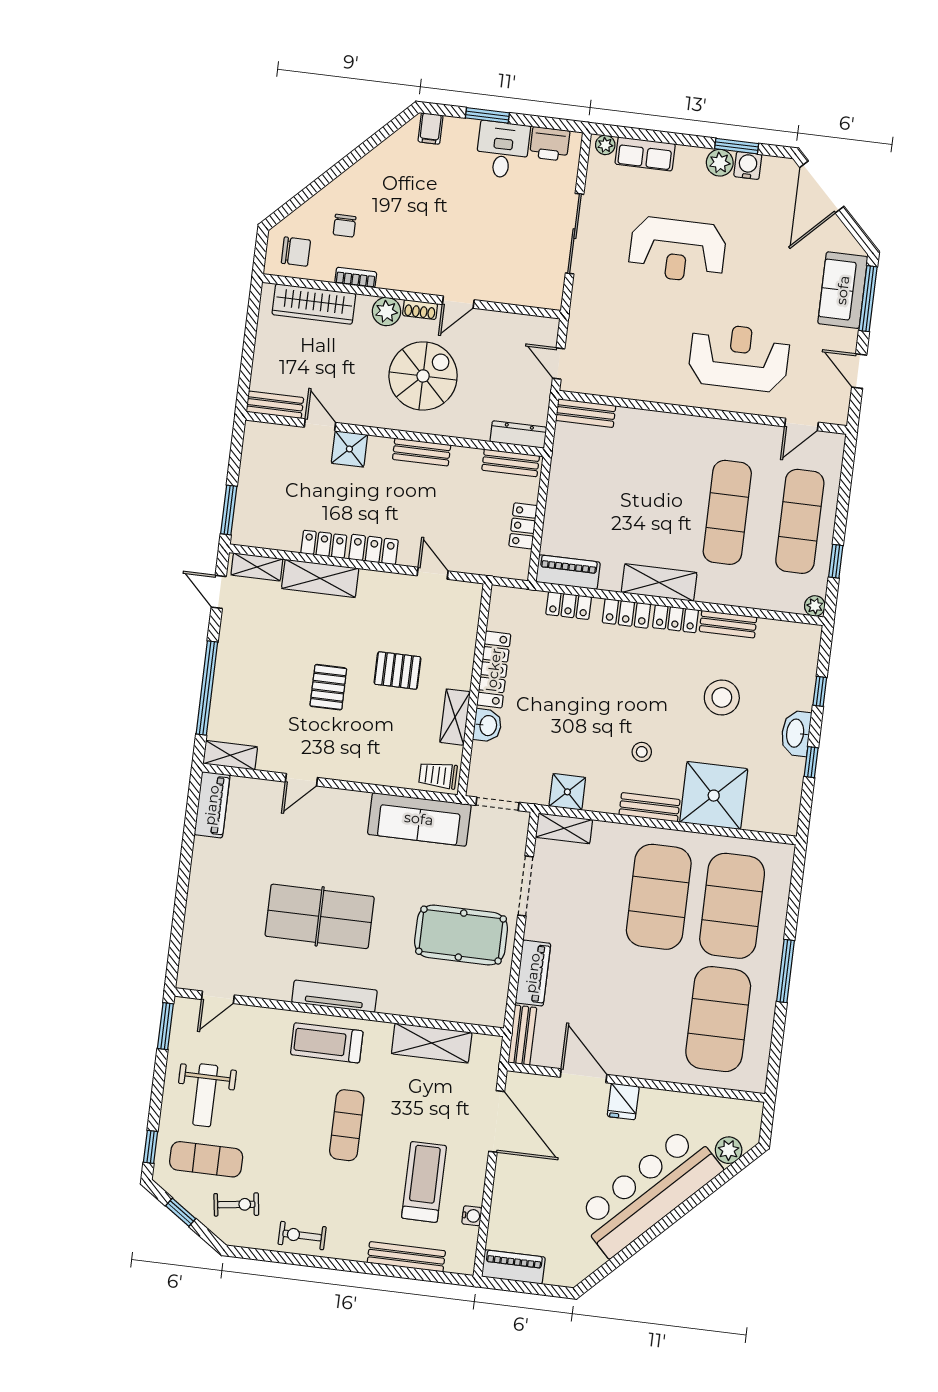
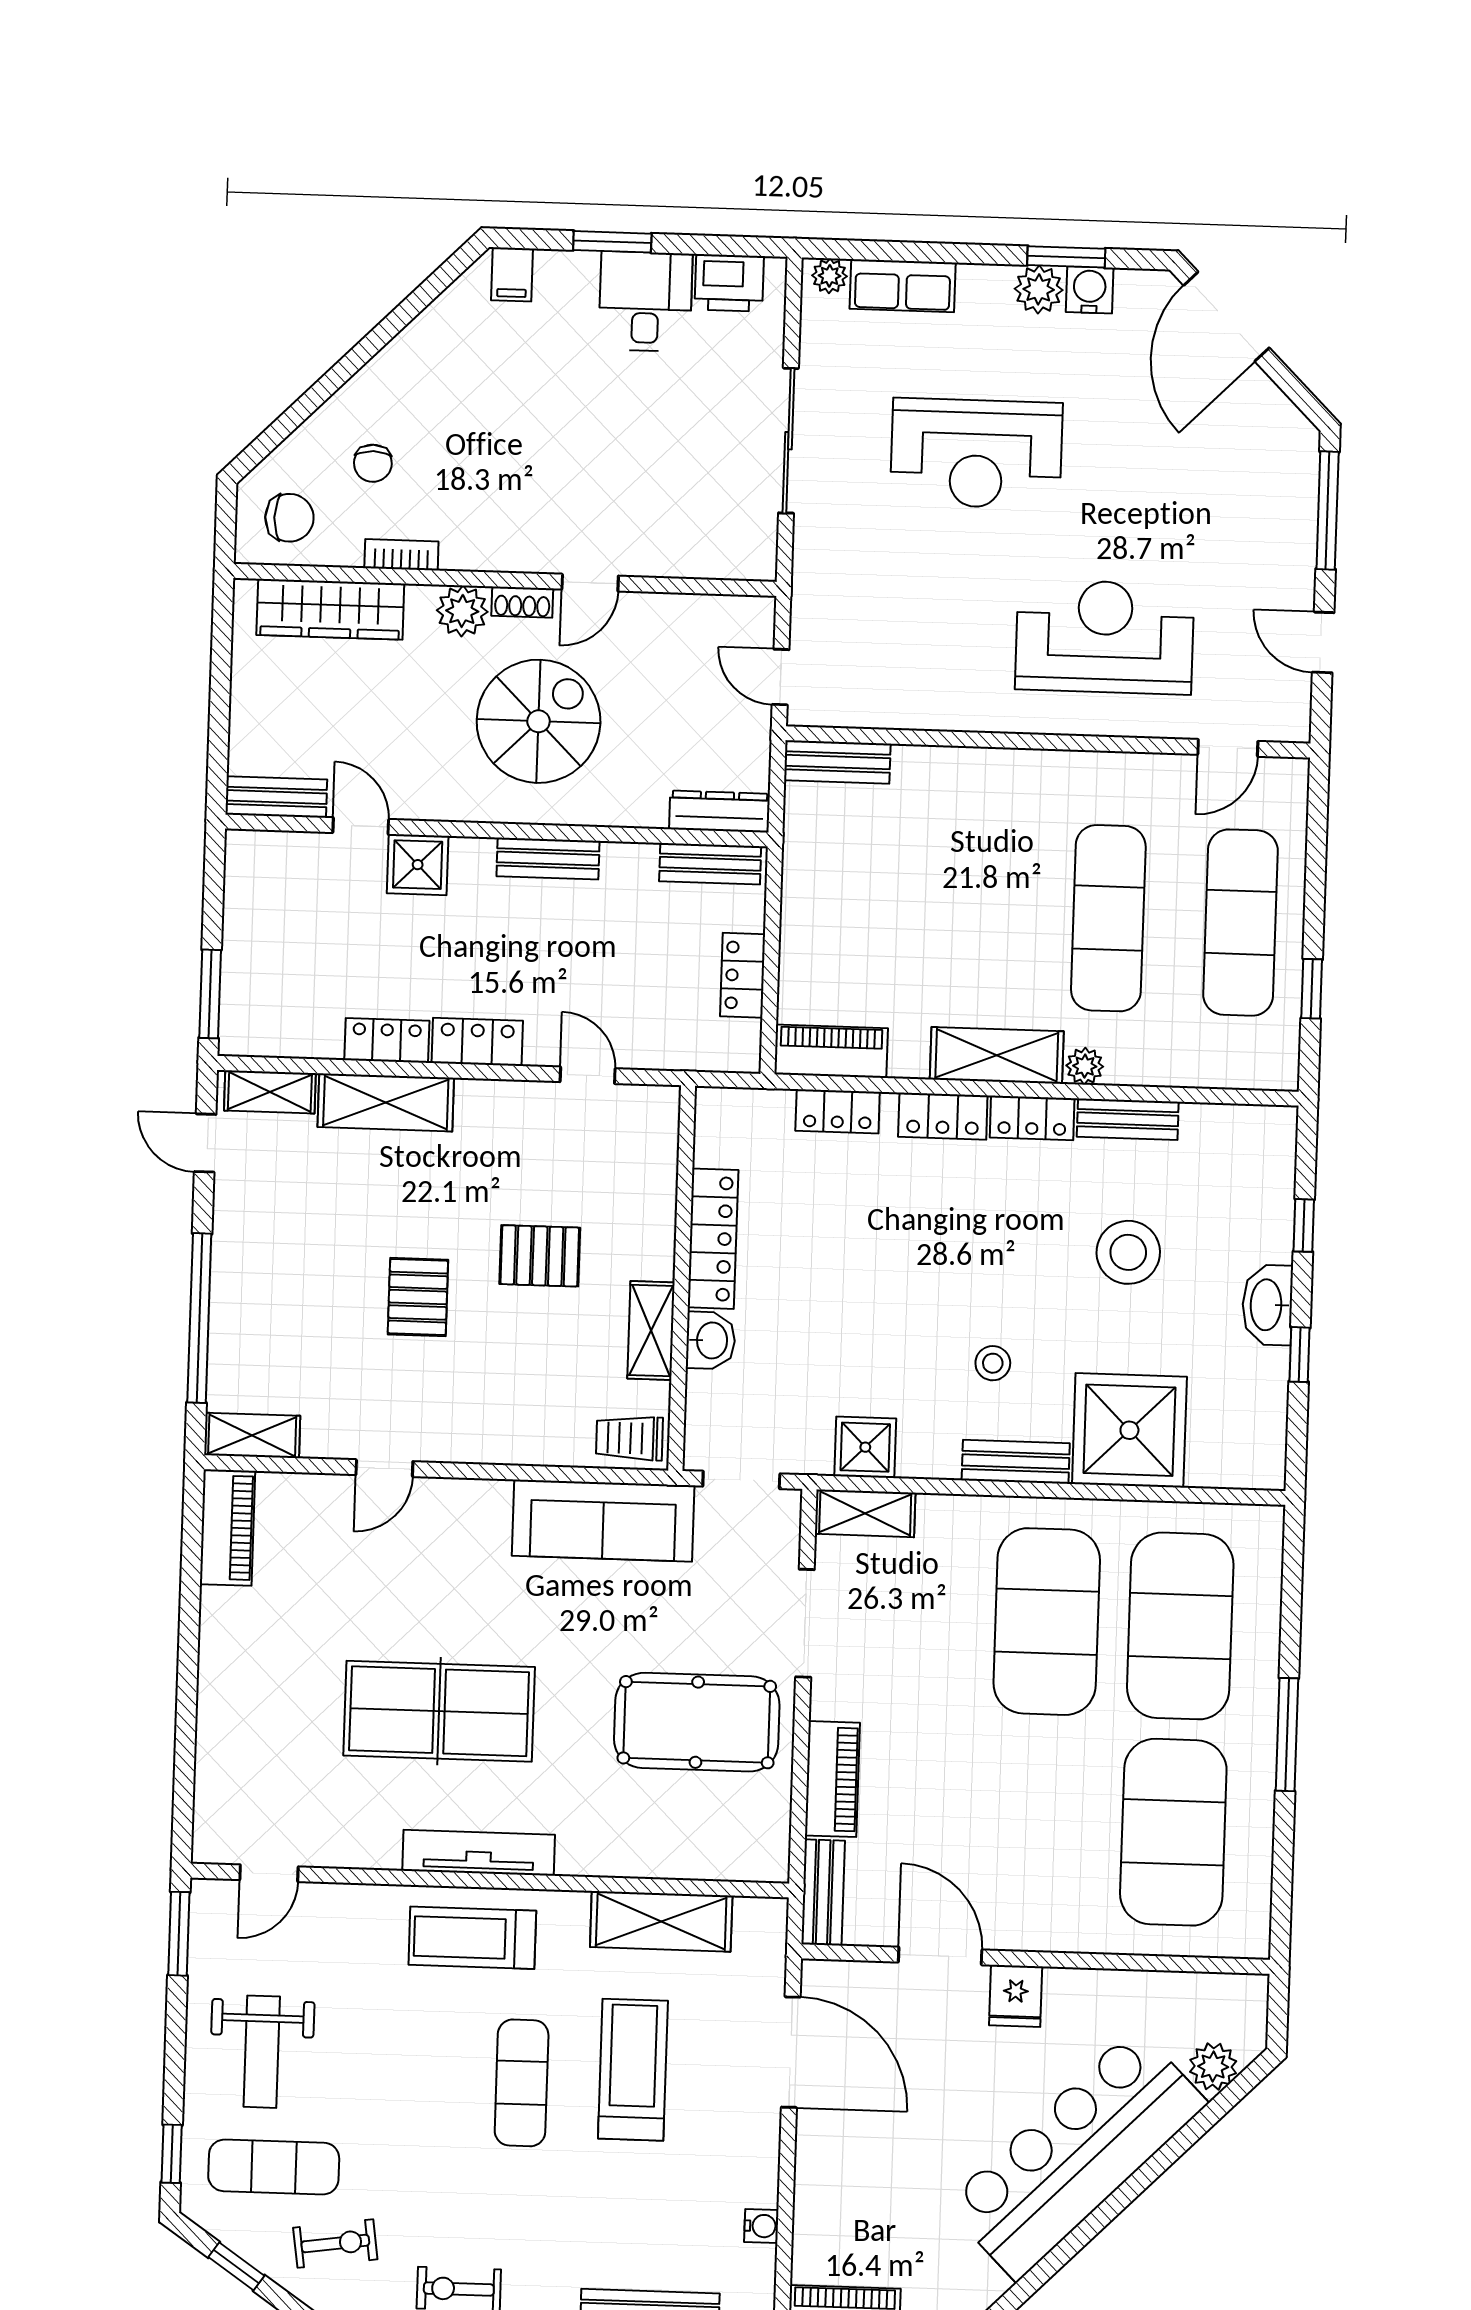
sofa: (843, 290) -> (1281, 499), removed
plant: (815, 606) -> (1085, 1066), moved
treadmill: (424, 1182) -> (633, 2070), moved

